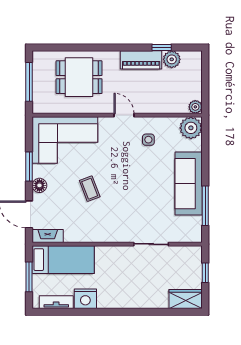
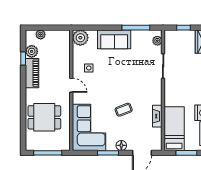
dining table: (79, 77) -> (44, 117), turned 90
plant: (195, 107) -> (41, 35), moved
door: (124, 115) -> (71, 85), swing flipped
sofa: (189, 184) -> (114, 39), width x0.73
fireplace: (48, 236) -> (157, 116), moved
plant: (187, 236) -> (157, 41), added

